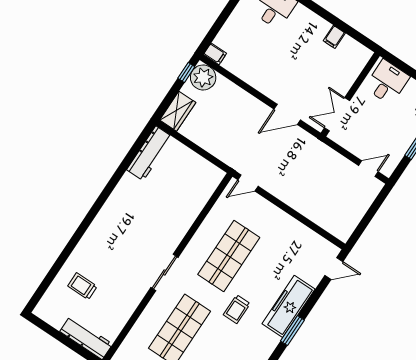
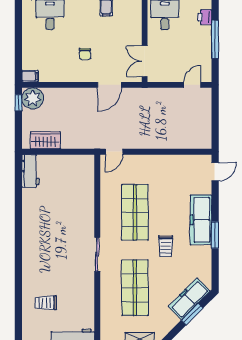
chair: (283, 68) -> (85, 54), added
wardrobe: (178, 111) -> (45, 140), moved, turned -90
workbench: (149, 153) -> (30, 171), width x0.73

